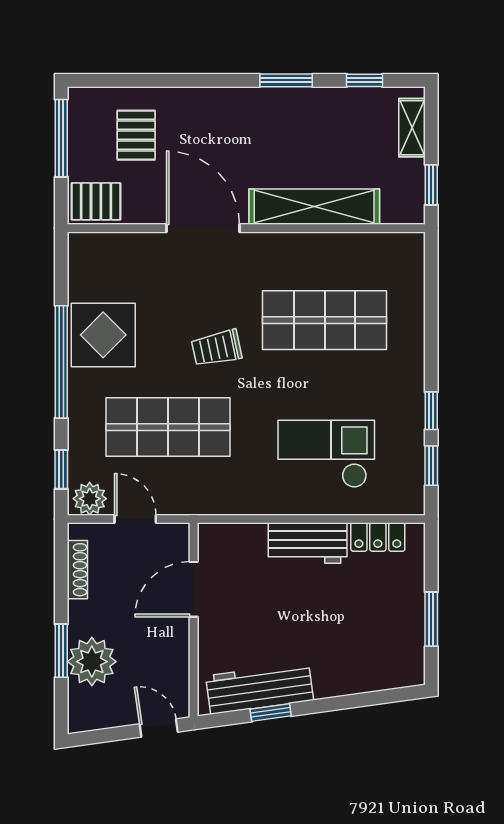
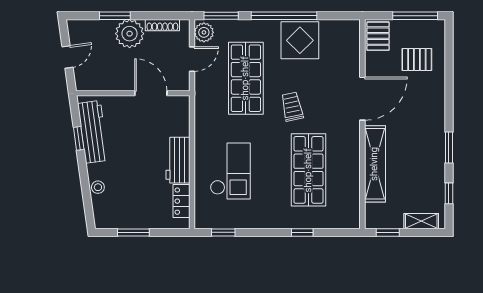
window: (431, 411) -> (302, 232), moved
window: (61, 469) -> (221, 16), width x1.50
plant: (92, 662) -> (130, 34), moved
stool: (354, 680) -> (98, 187), added
door: (159, 728) -> (67, 57), moved

